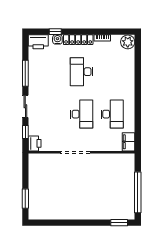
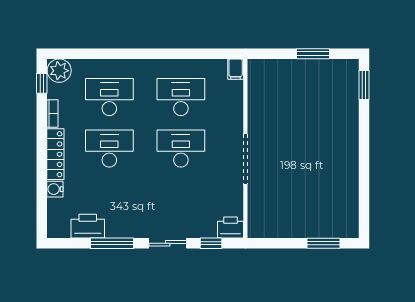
window: (55, 32) -> (42, 83), moved
printer: (38, 42) -> (88, 226), moved, turned -90
desk: (82, 72) -> (109, 148), turned 180
desk: (112, 72) -> (109, 97), added
filing cabinet: (129, 142) -> (236, 69), width x0.50
window: (138, 192) -> (313, 54), width x0.47

